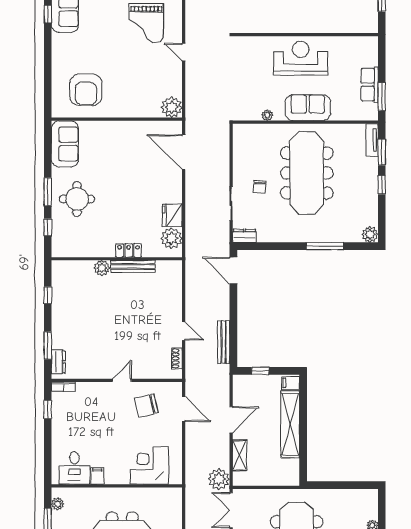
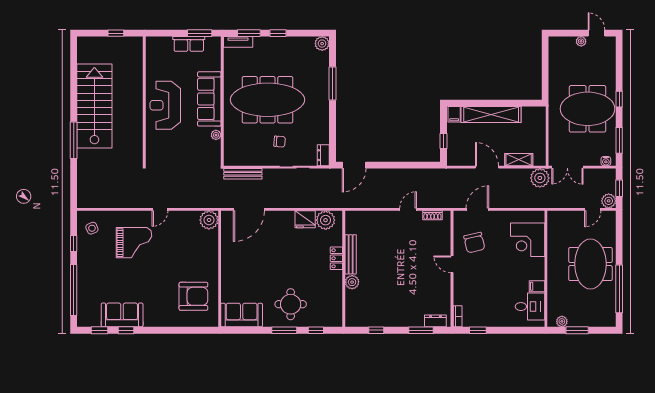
sofa: (308, 108) -> (209, 99), width x1.36
bench: (224, 342) -> (243, 174), moved

